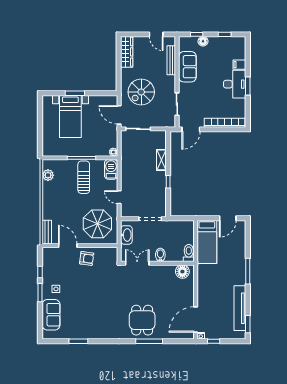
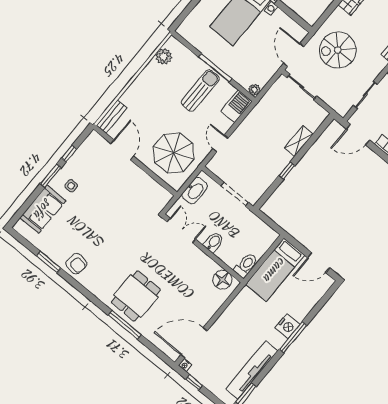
armchair: (87, 258) -> (76, 264), moved
nightstand: (239, 268) -> (287, 326), added

